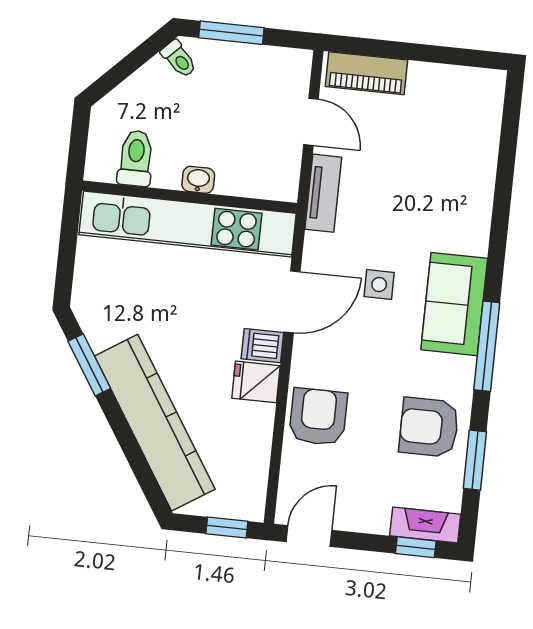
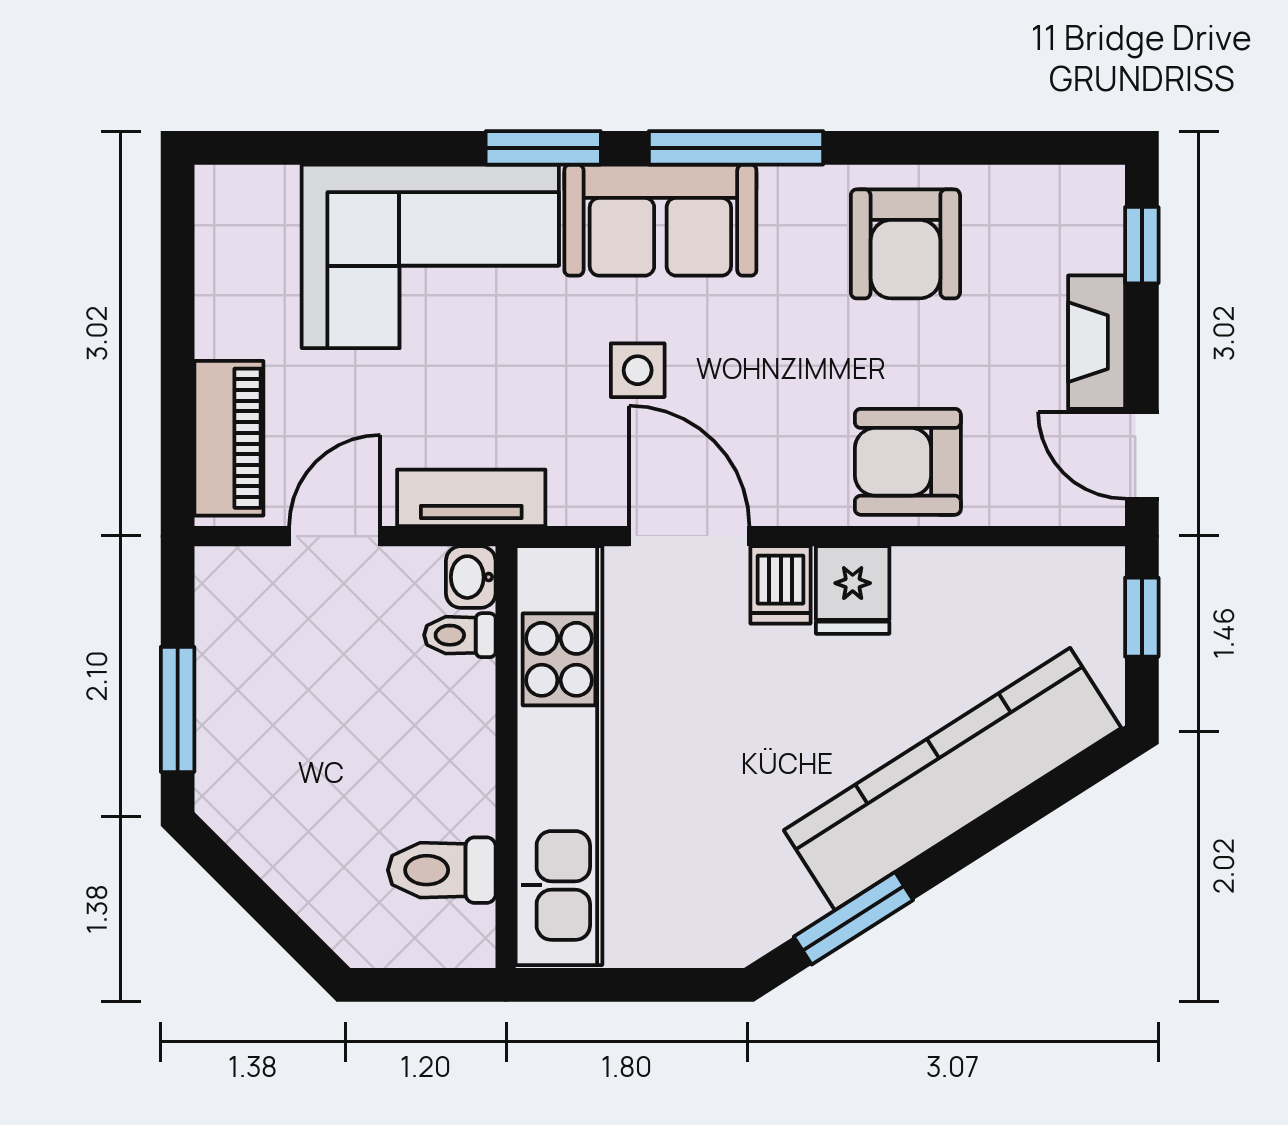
toilet: (179, 59) -> (460, 635), moved, turned -135
washbasin: (198, 180) -> (471, 577), moved
corner sofa: (448, 185) -> (430, 256), added
window: (475, 460) -> (543, 148), moved
fireplace: (425, 525) -> (1097, 342), moved

